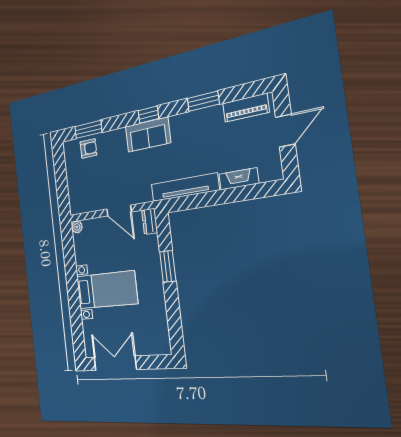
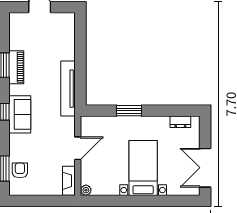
piano: (246, 108) -> (16, 67), moved
fireplace: (239, 179) -> (69, 181), moved
dresser: (150, 221) -> (180, 122), moved

